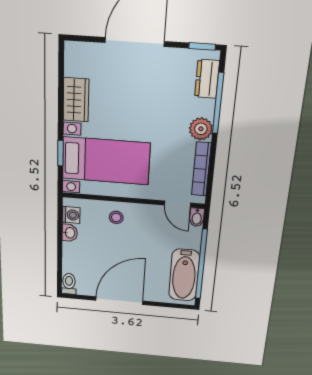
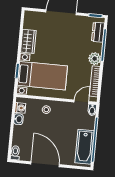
door: (177, 204) -> (81, 102), swing flipped
door: (119, 301) -> (45, 164), hinge flipped

